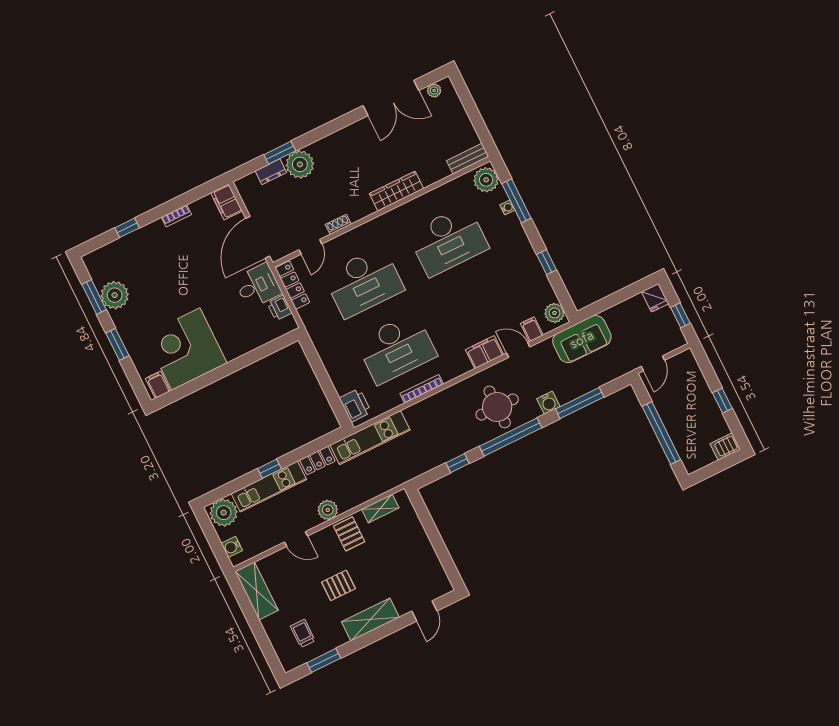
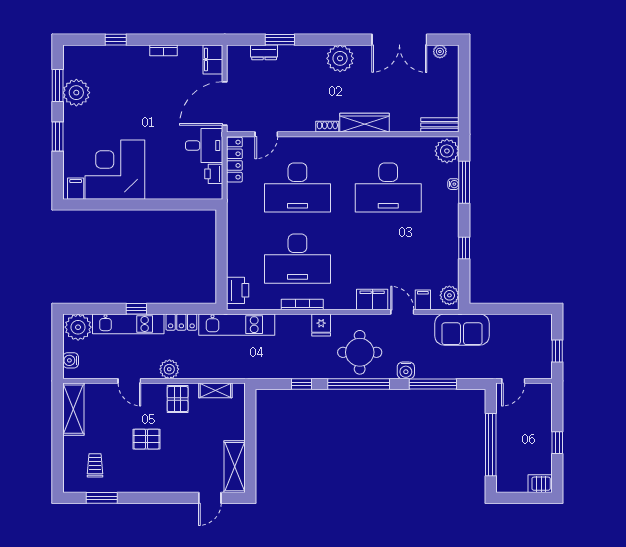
plant: (300, 164) -> (340, 58), moved
shoe rack: (338, 224) -> (327, 127), moved
fridge: (655, 298) -> (321, 325), moved
shelving: (370, 619) -> (235, 467), moved, turned 90

